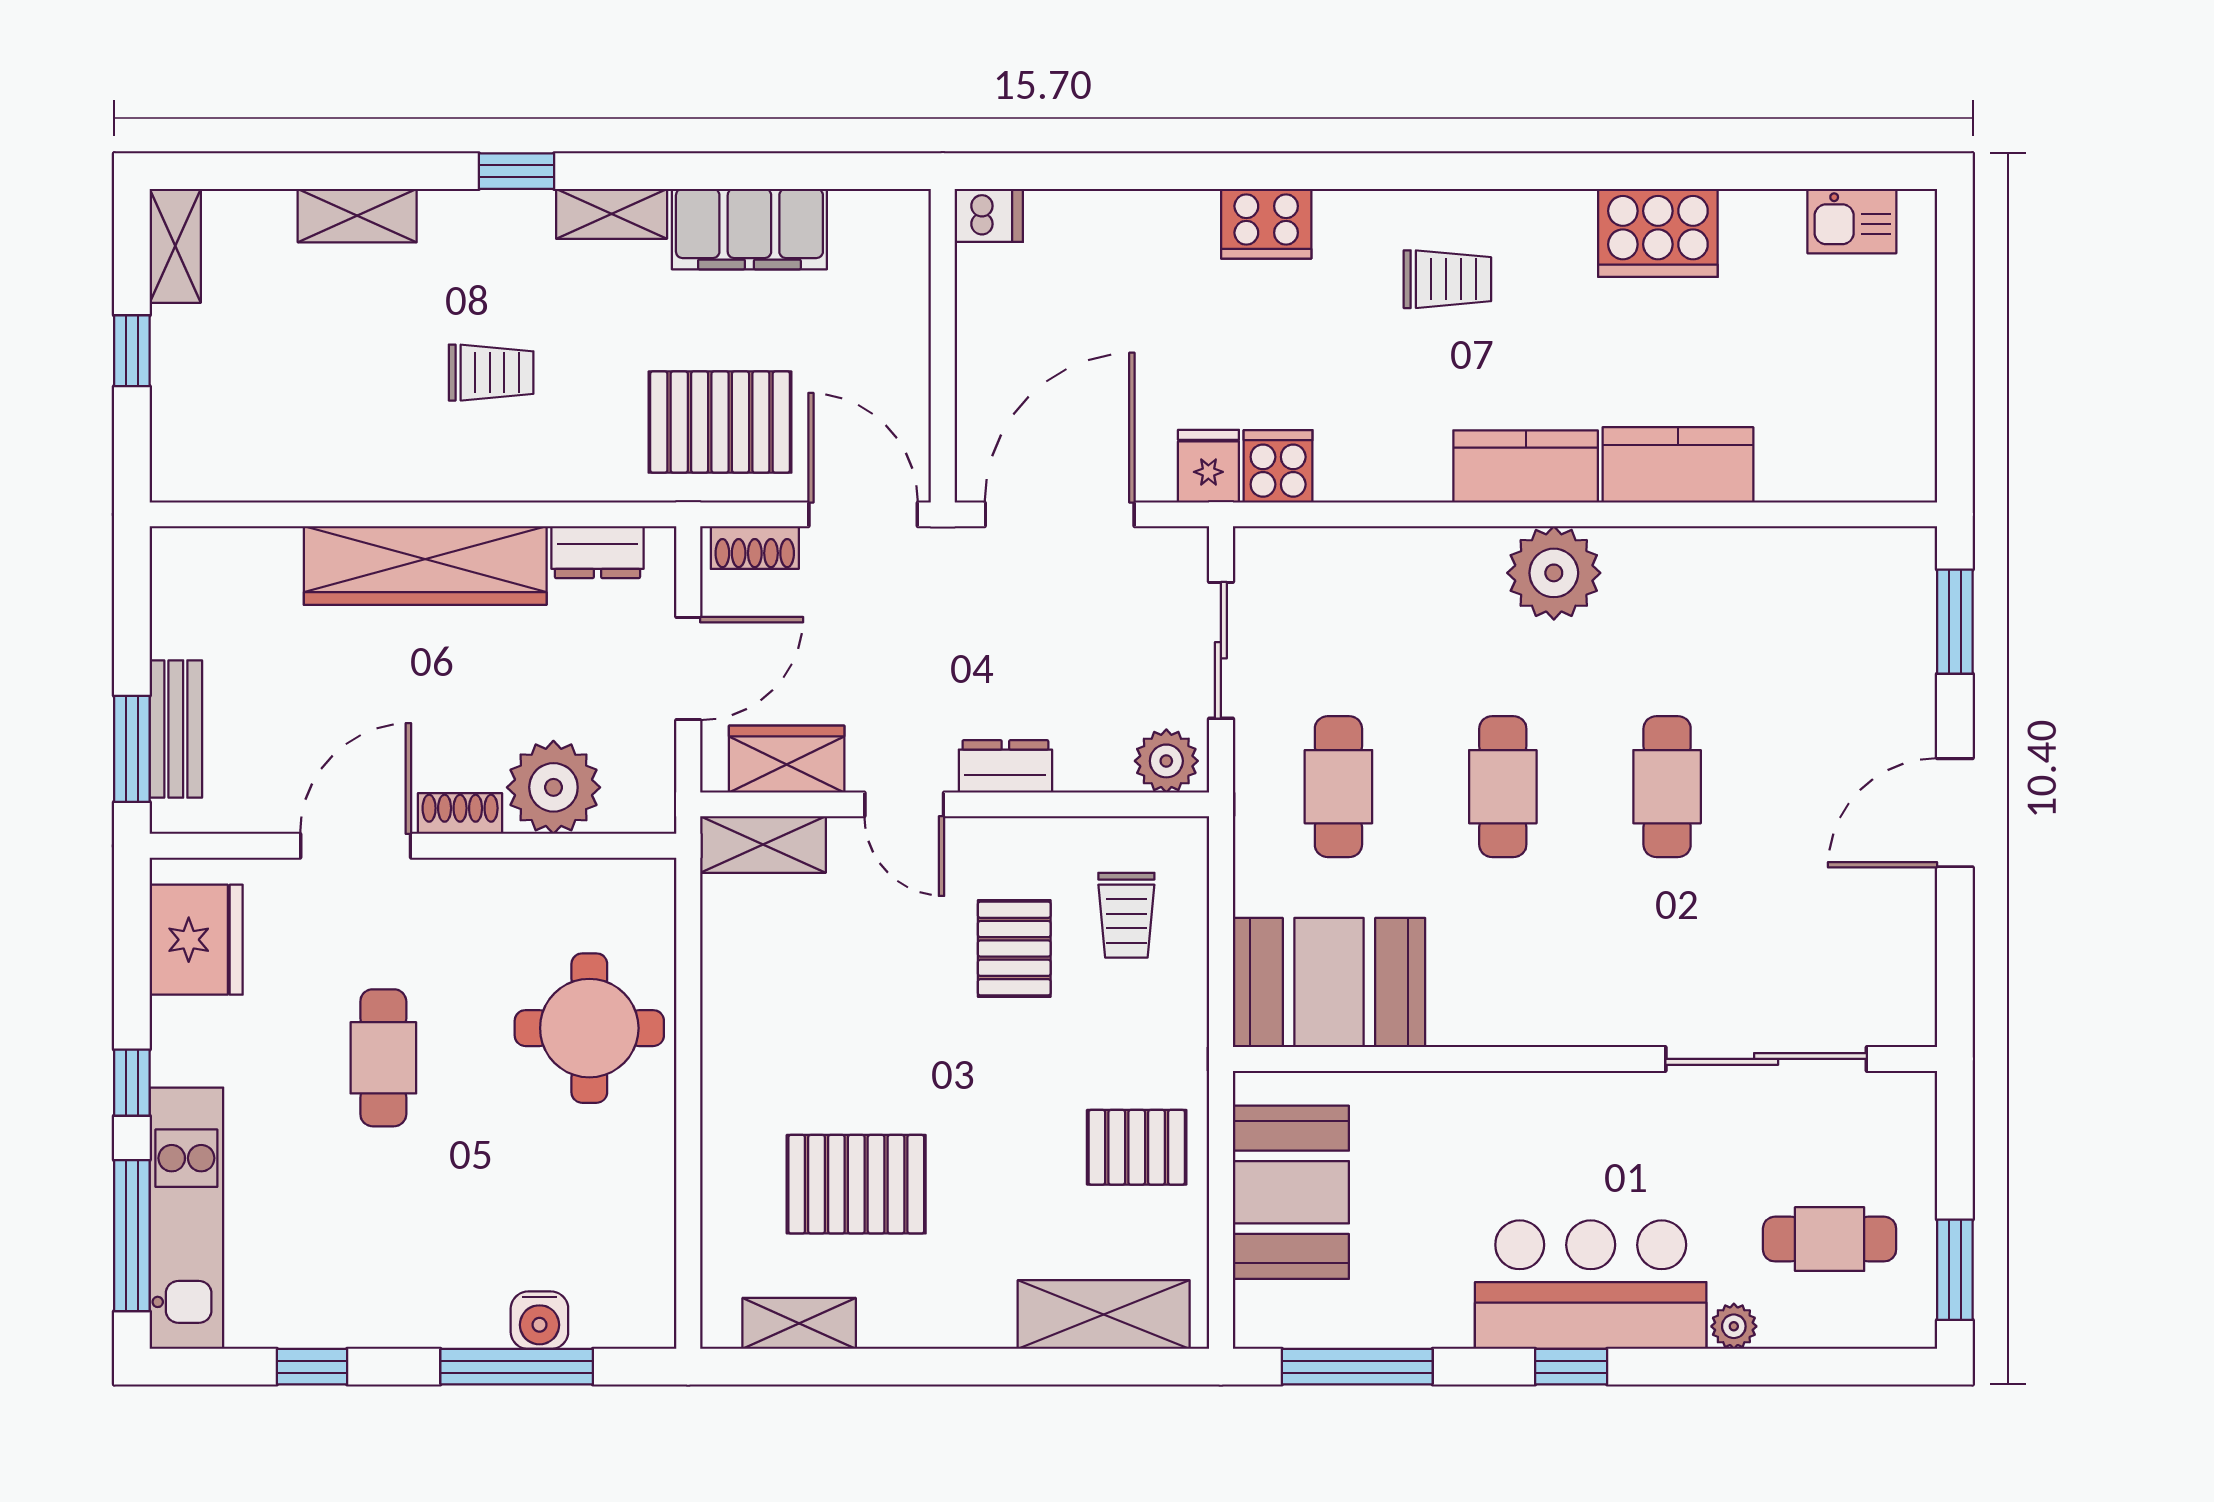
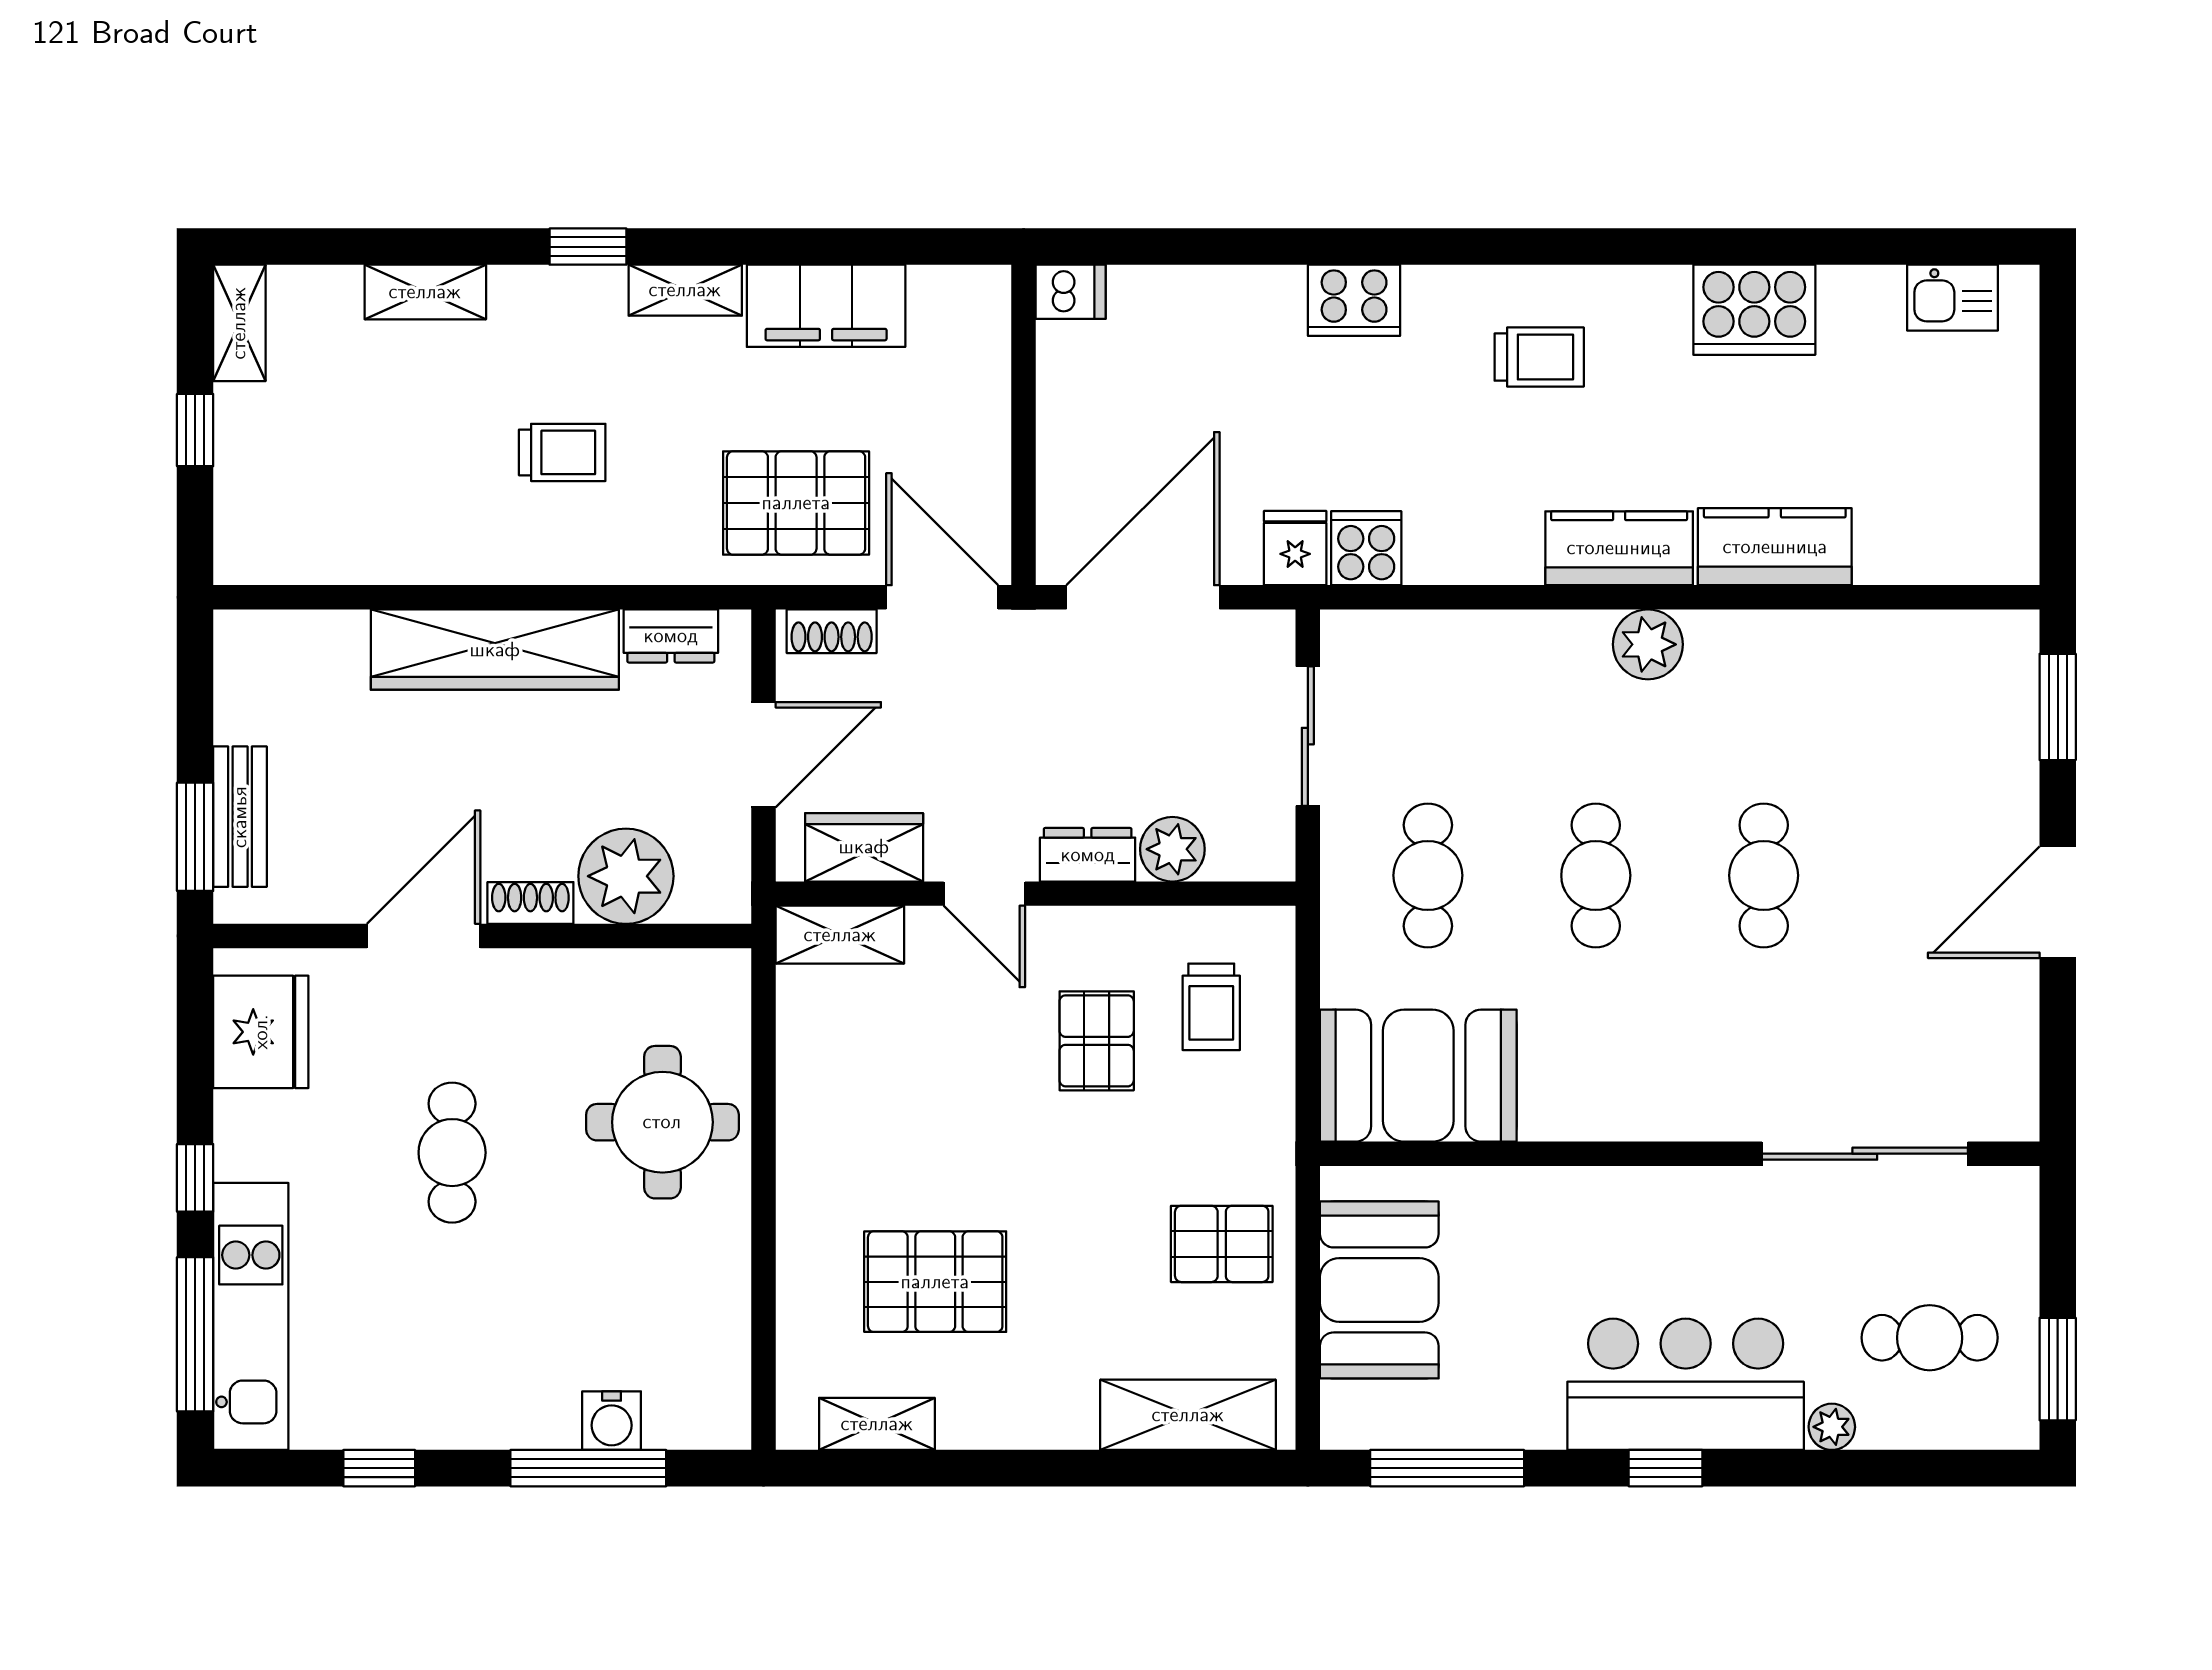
plant: (1554, 573) -> (1648, 644), width x0.73, depth x0.73
plant: (1166, 761) -> (1172, 849), moved

